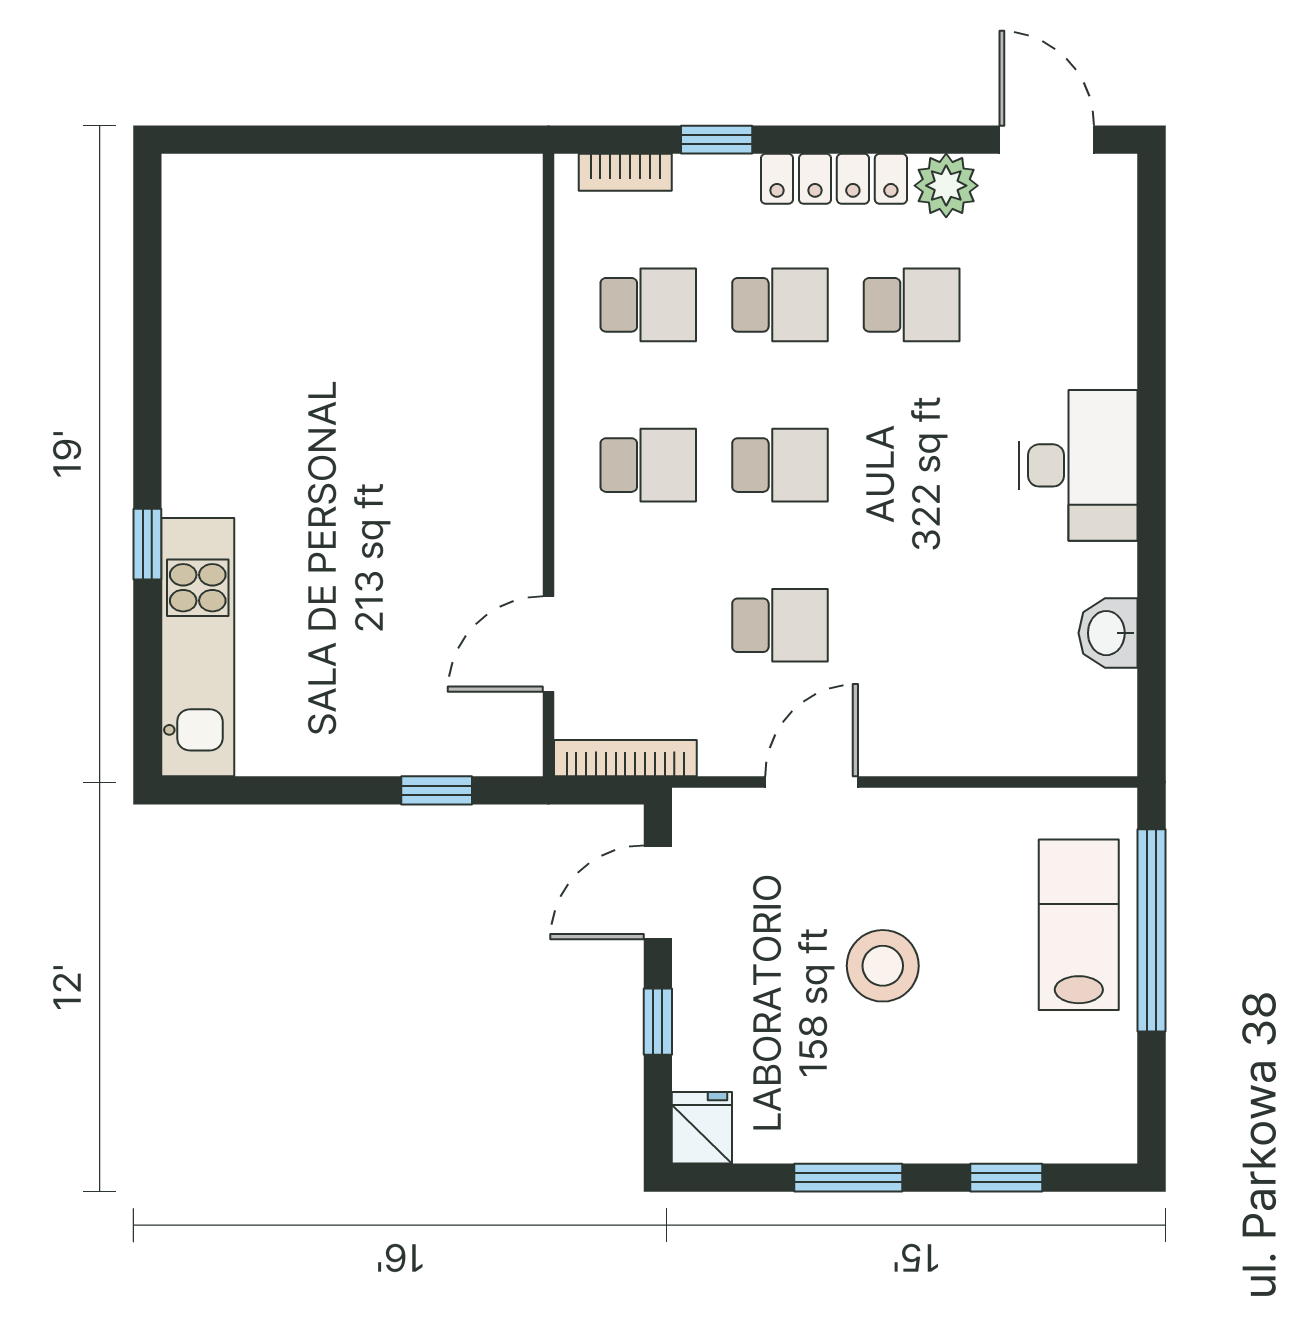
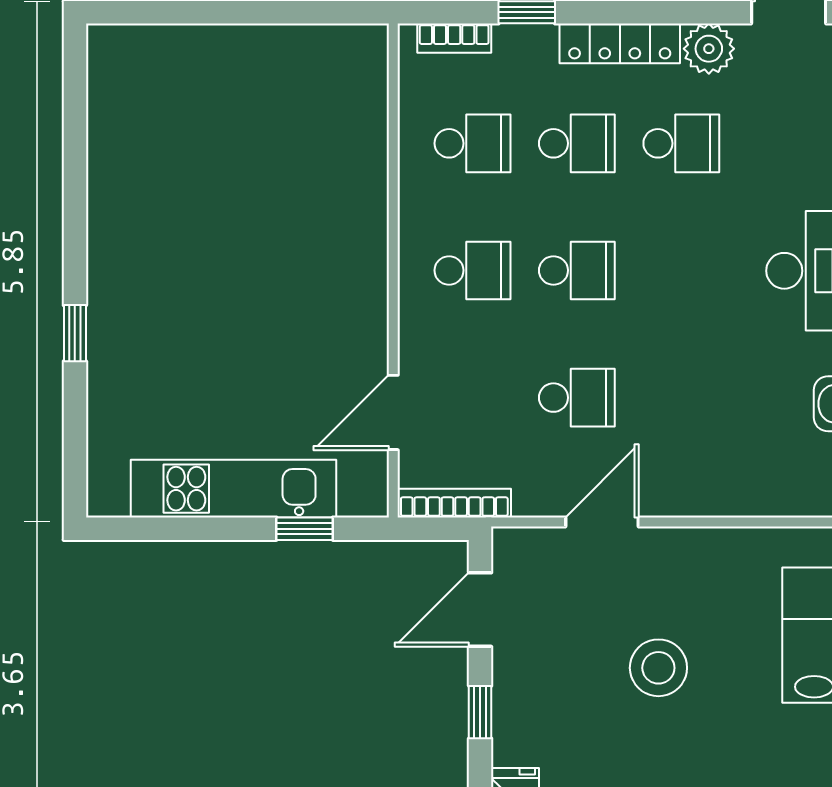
kitchen unit: (198, 647) -> (233, 489), moved, turned -90

